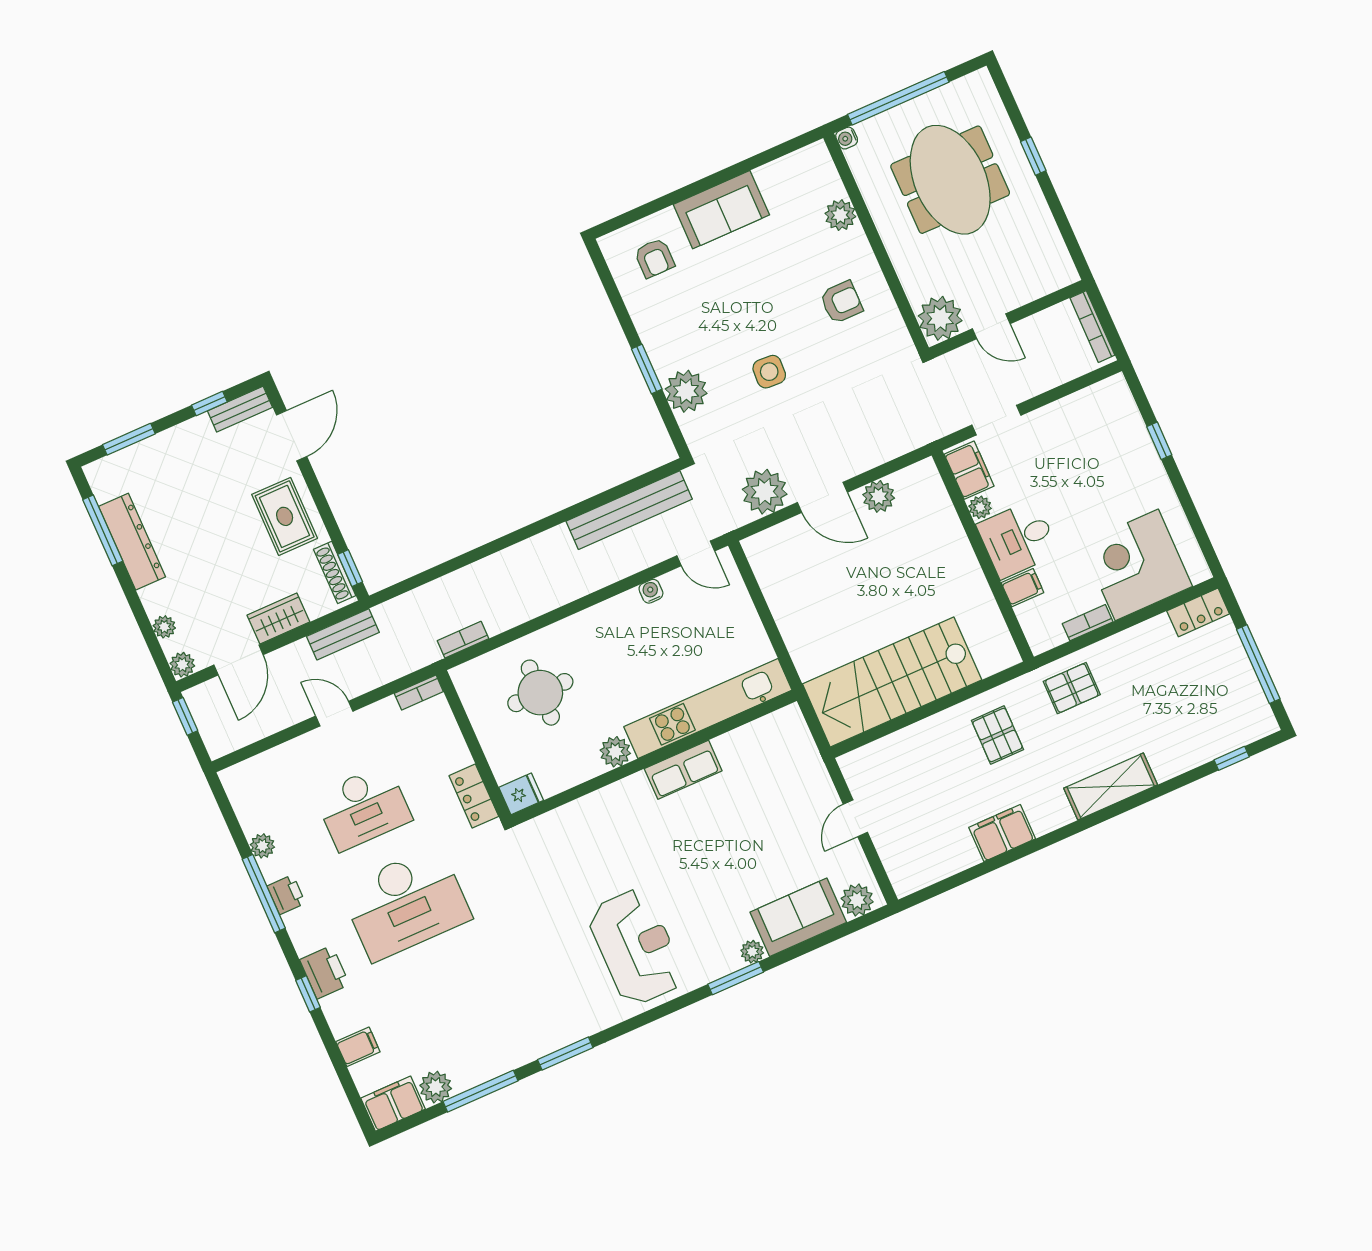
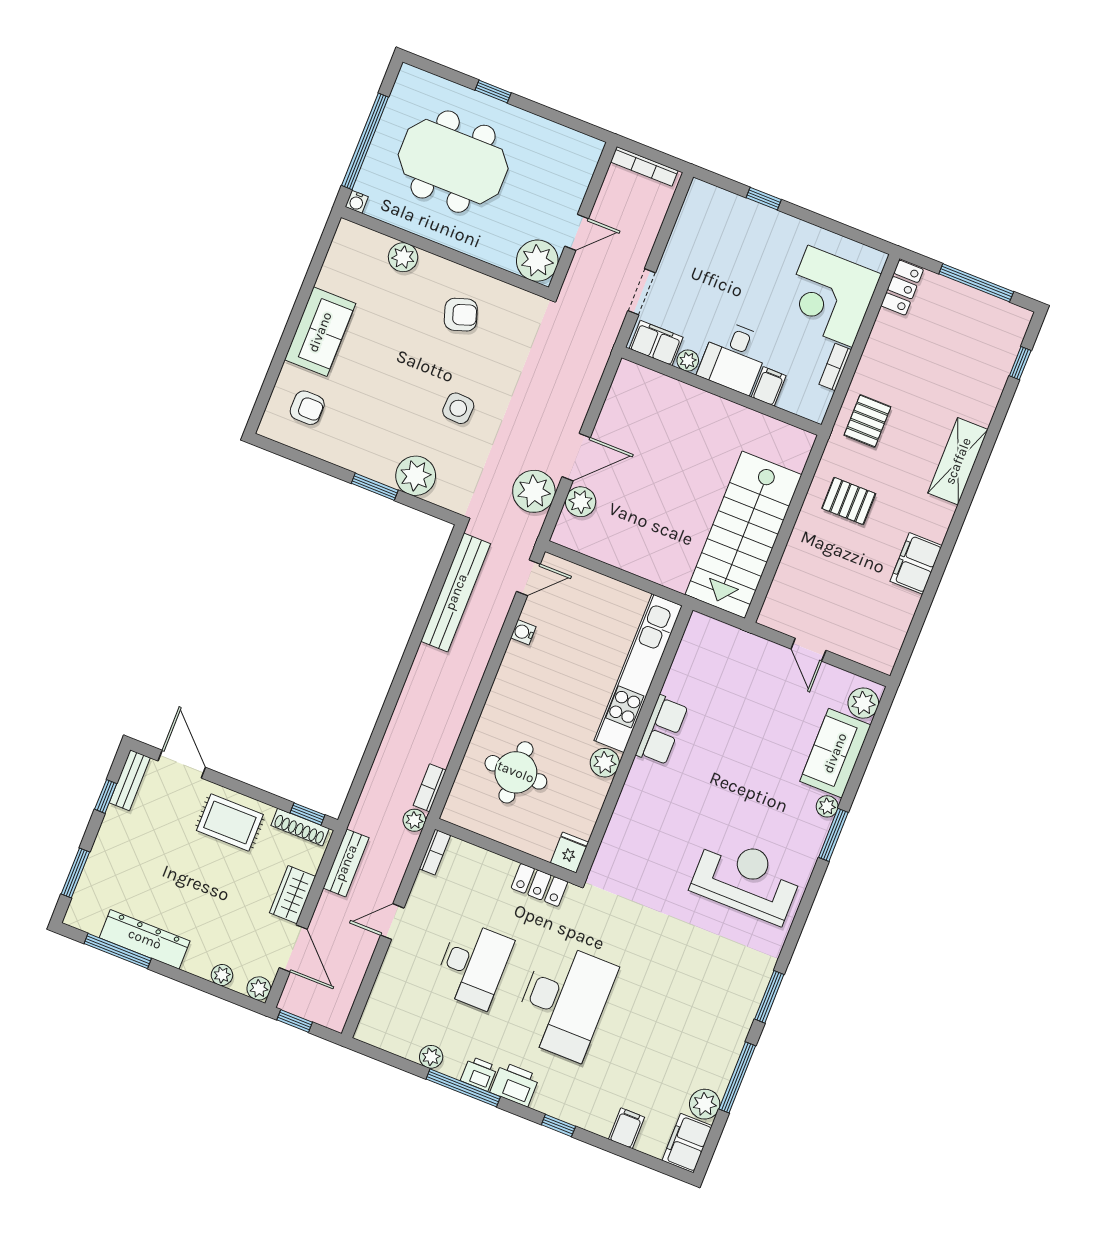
armchair: (841, 302) -> (461, 315), turned 72
plant: (879, 496) -> (581, 502), moved
plant: (427, 653) -> (414, 820), added
printer: (325, 972) -> (515, 1084), moved

